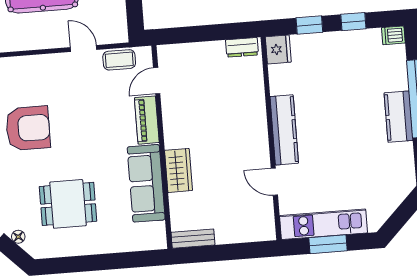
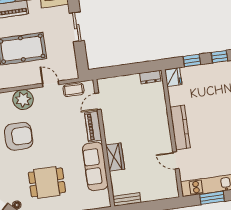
plant: (38, 70) -> (23, 100), added

